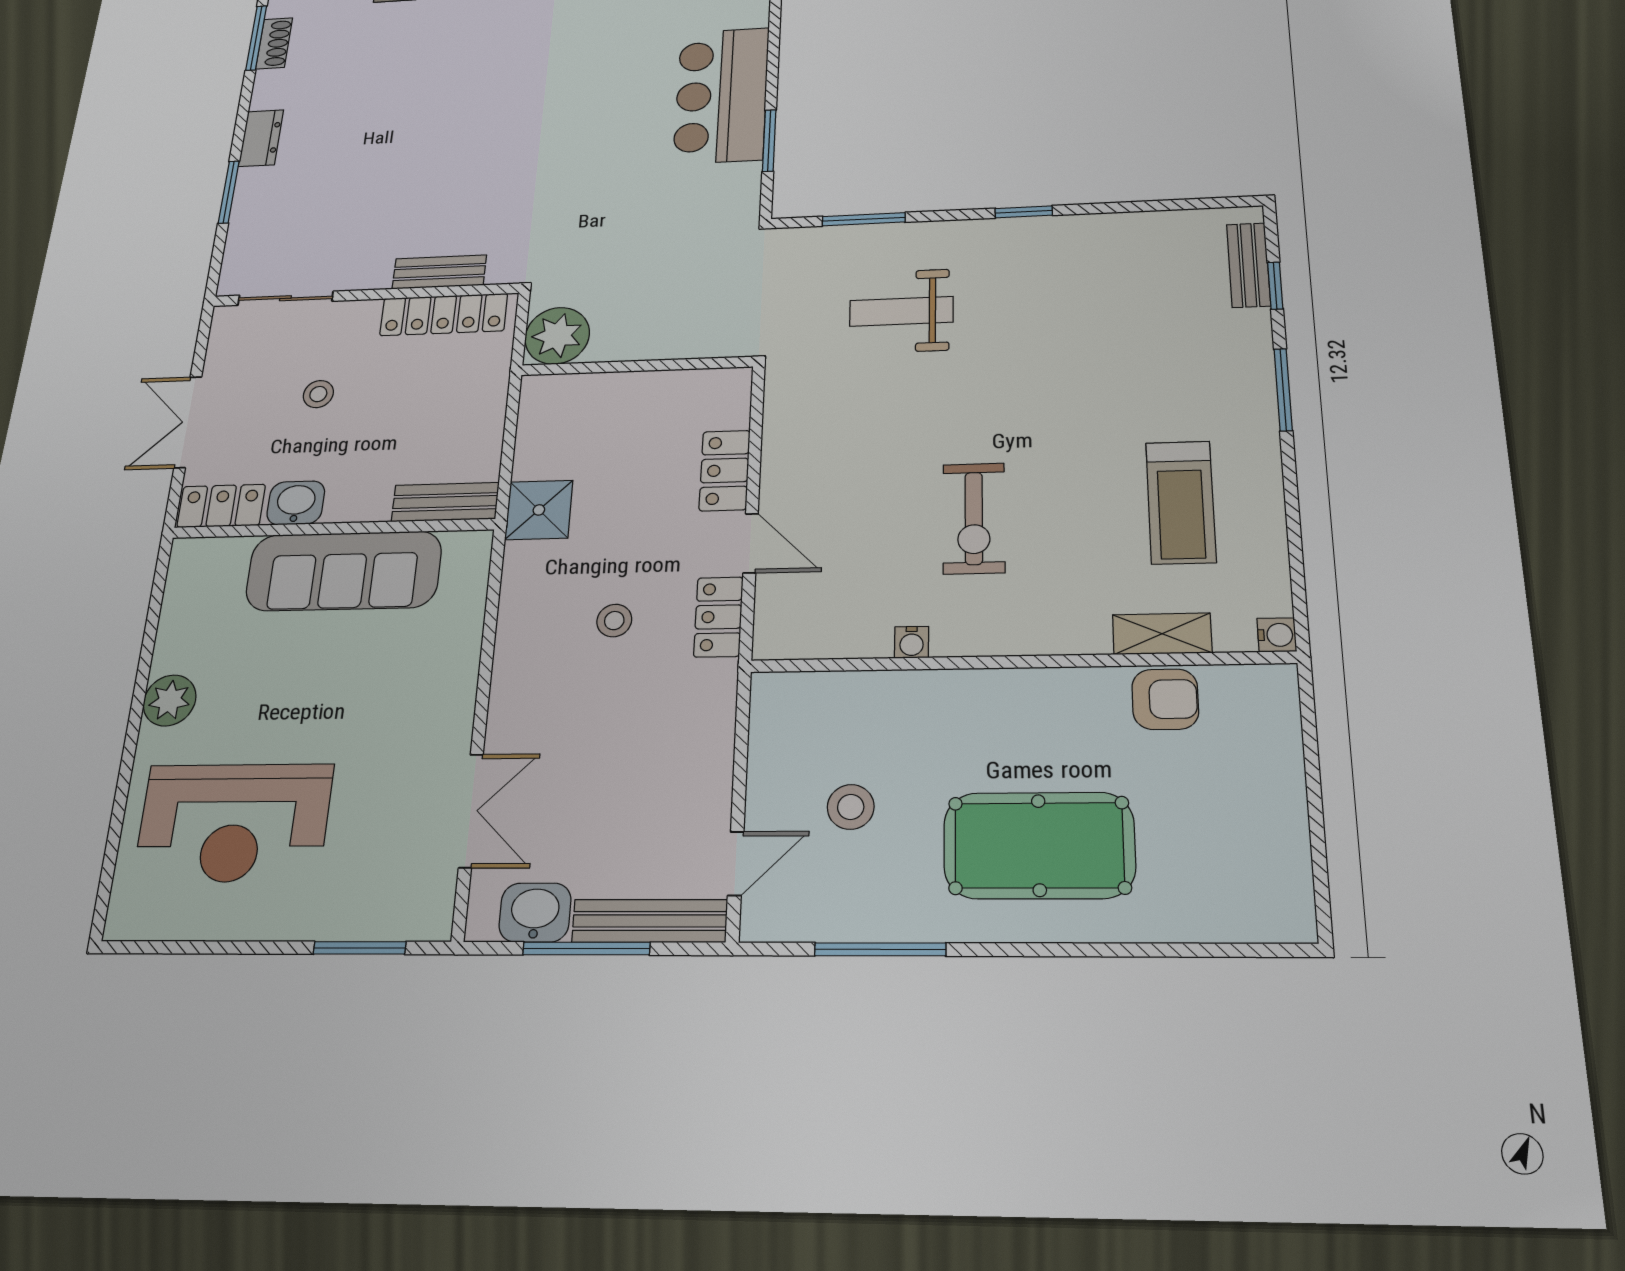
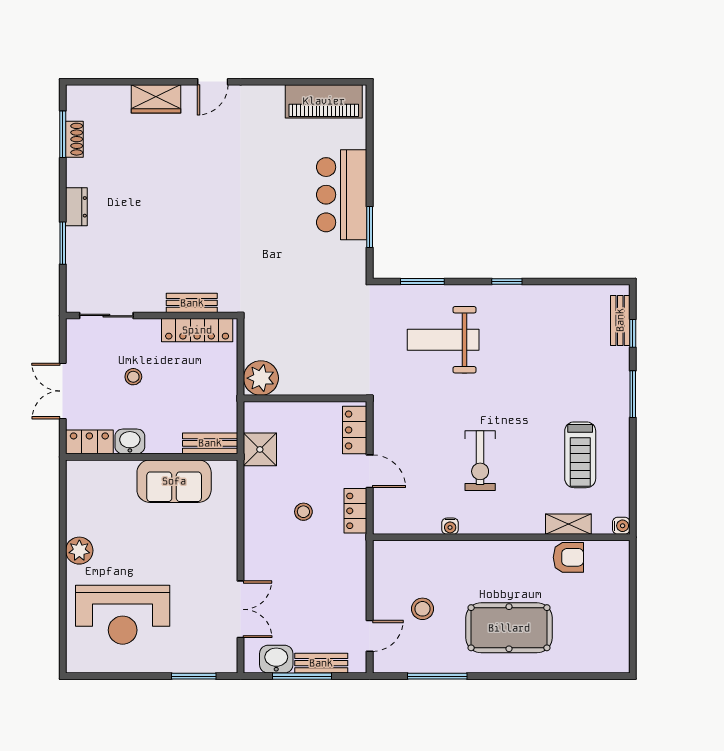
weight bench: (901, 311) -> (443, 340), width x1.36, depth x1.33
plant: (557, 336) -> (261, 378), moved
wall: (637, 366) -> (305, 398), moved
sofa: (344, 571) -> (174, 481), width x0.73
bench: (650, 921) -> (321, 663), width x0.73

